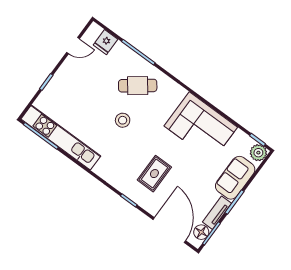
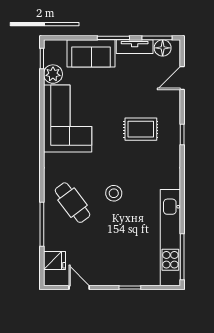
plant: (258, 153) -> (53, 74), moved
door: (169, 230) -> (182, 78), width x0.53

